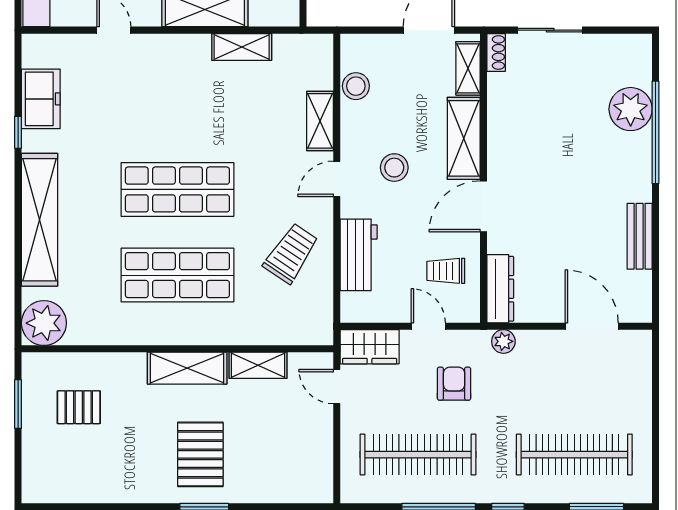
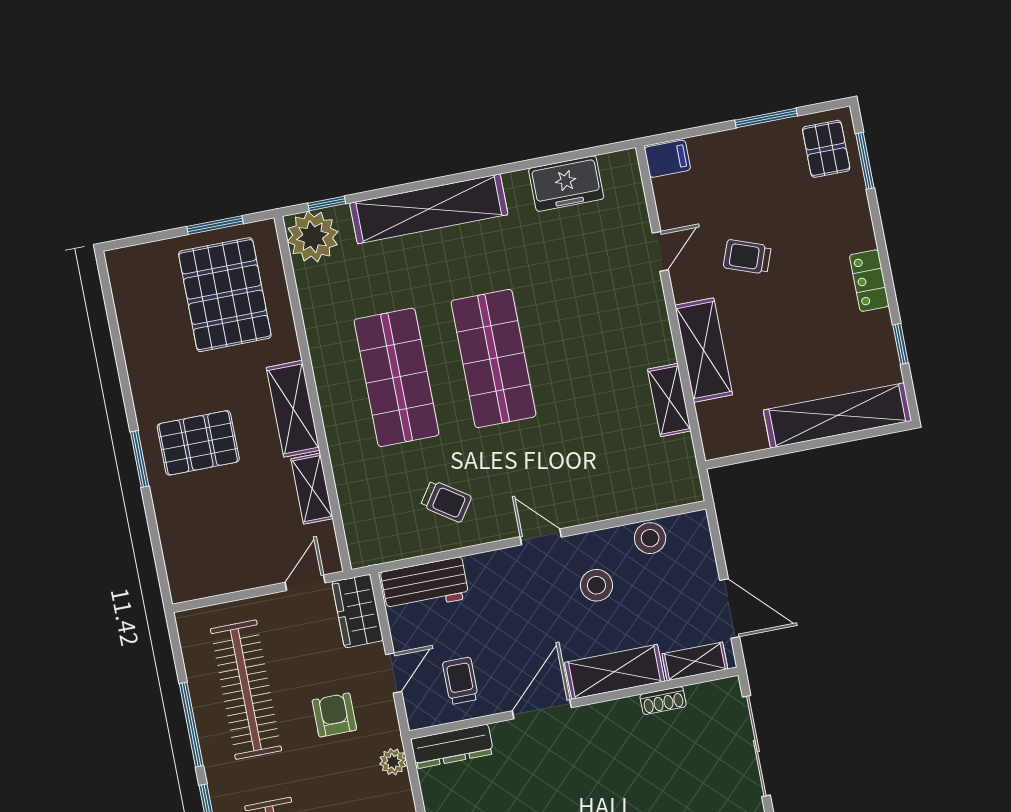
sliding door: (550, 30) -> (756, 746), width x1.37
shoe rack: (496, 53) -> (663, 701), moved
shelving: (320, 121) -> (603, 505), removed
window: (18, 132) -> (327, 203), moved
stool: (394, 168) -> (596, 585), moved
door: (483, 206) -> (542, 709), hinge flipped
trolley: (291, 253) -> (446, 501), width x0.73, depth x0.72
workbench: (359, 255) -> (425, 585), moved
armchair: (454, 384) -> (334, 715), turned -90
pallet: (79, 407) -> (225, 295), width x2.05, depth x2.00

